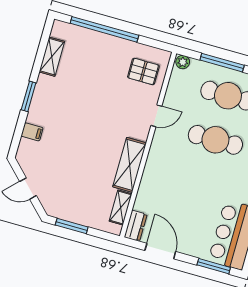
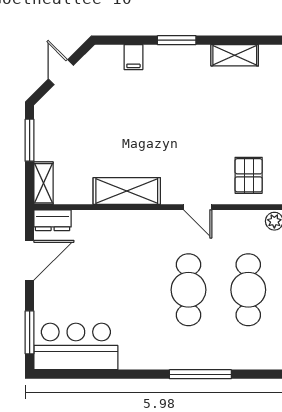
shelving: (121, 207) -> (44, 183), moved, turned 90

